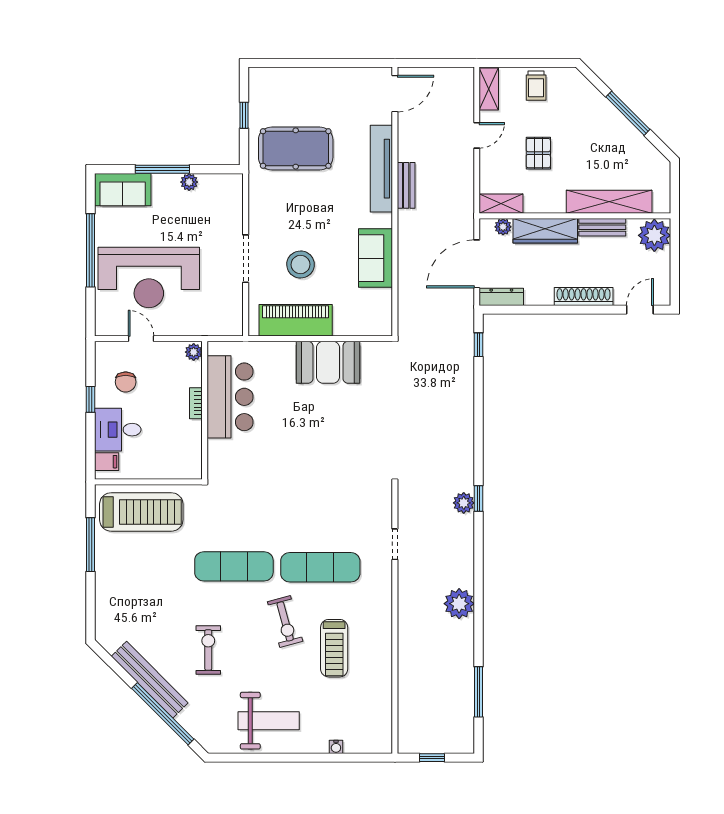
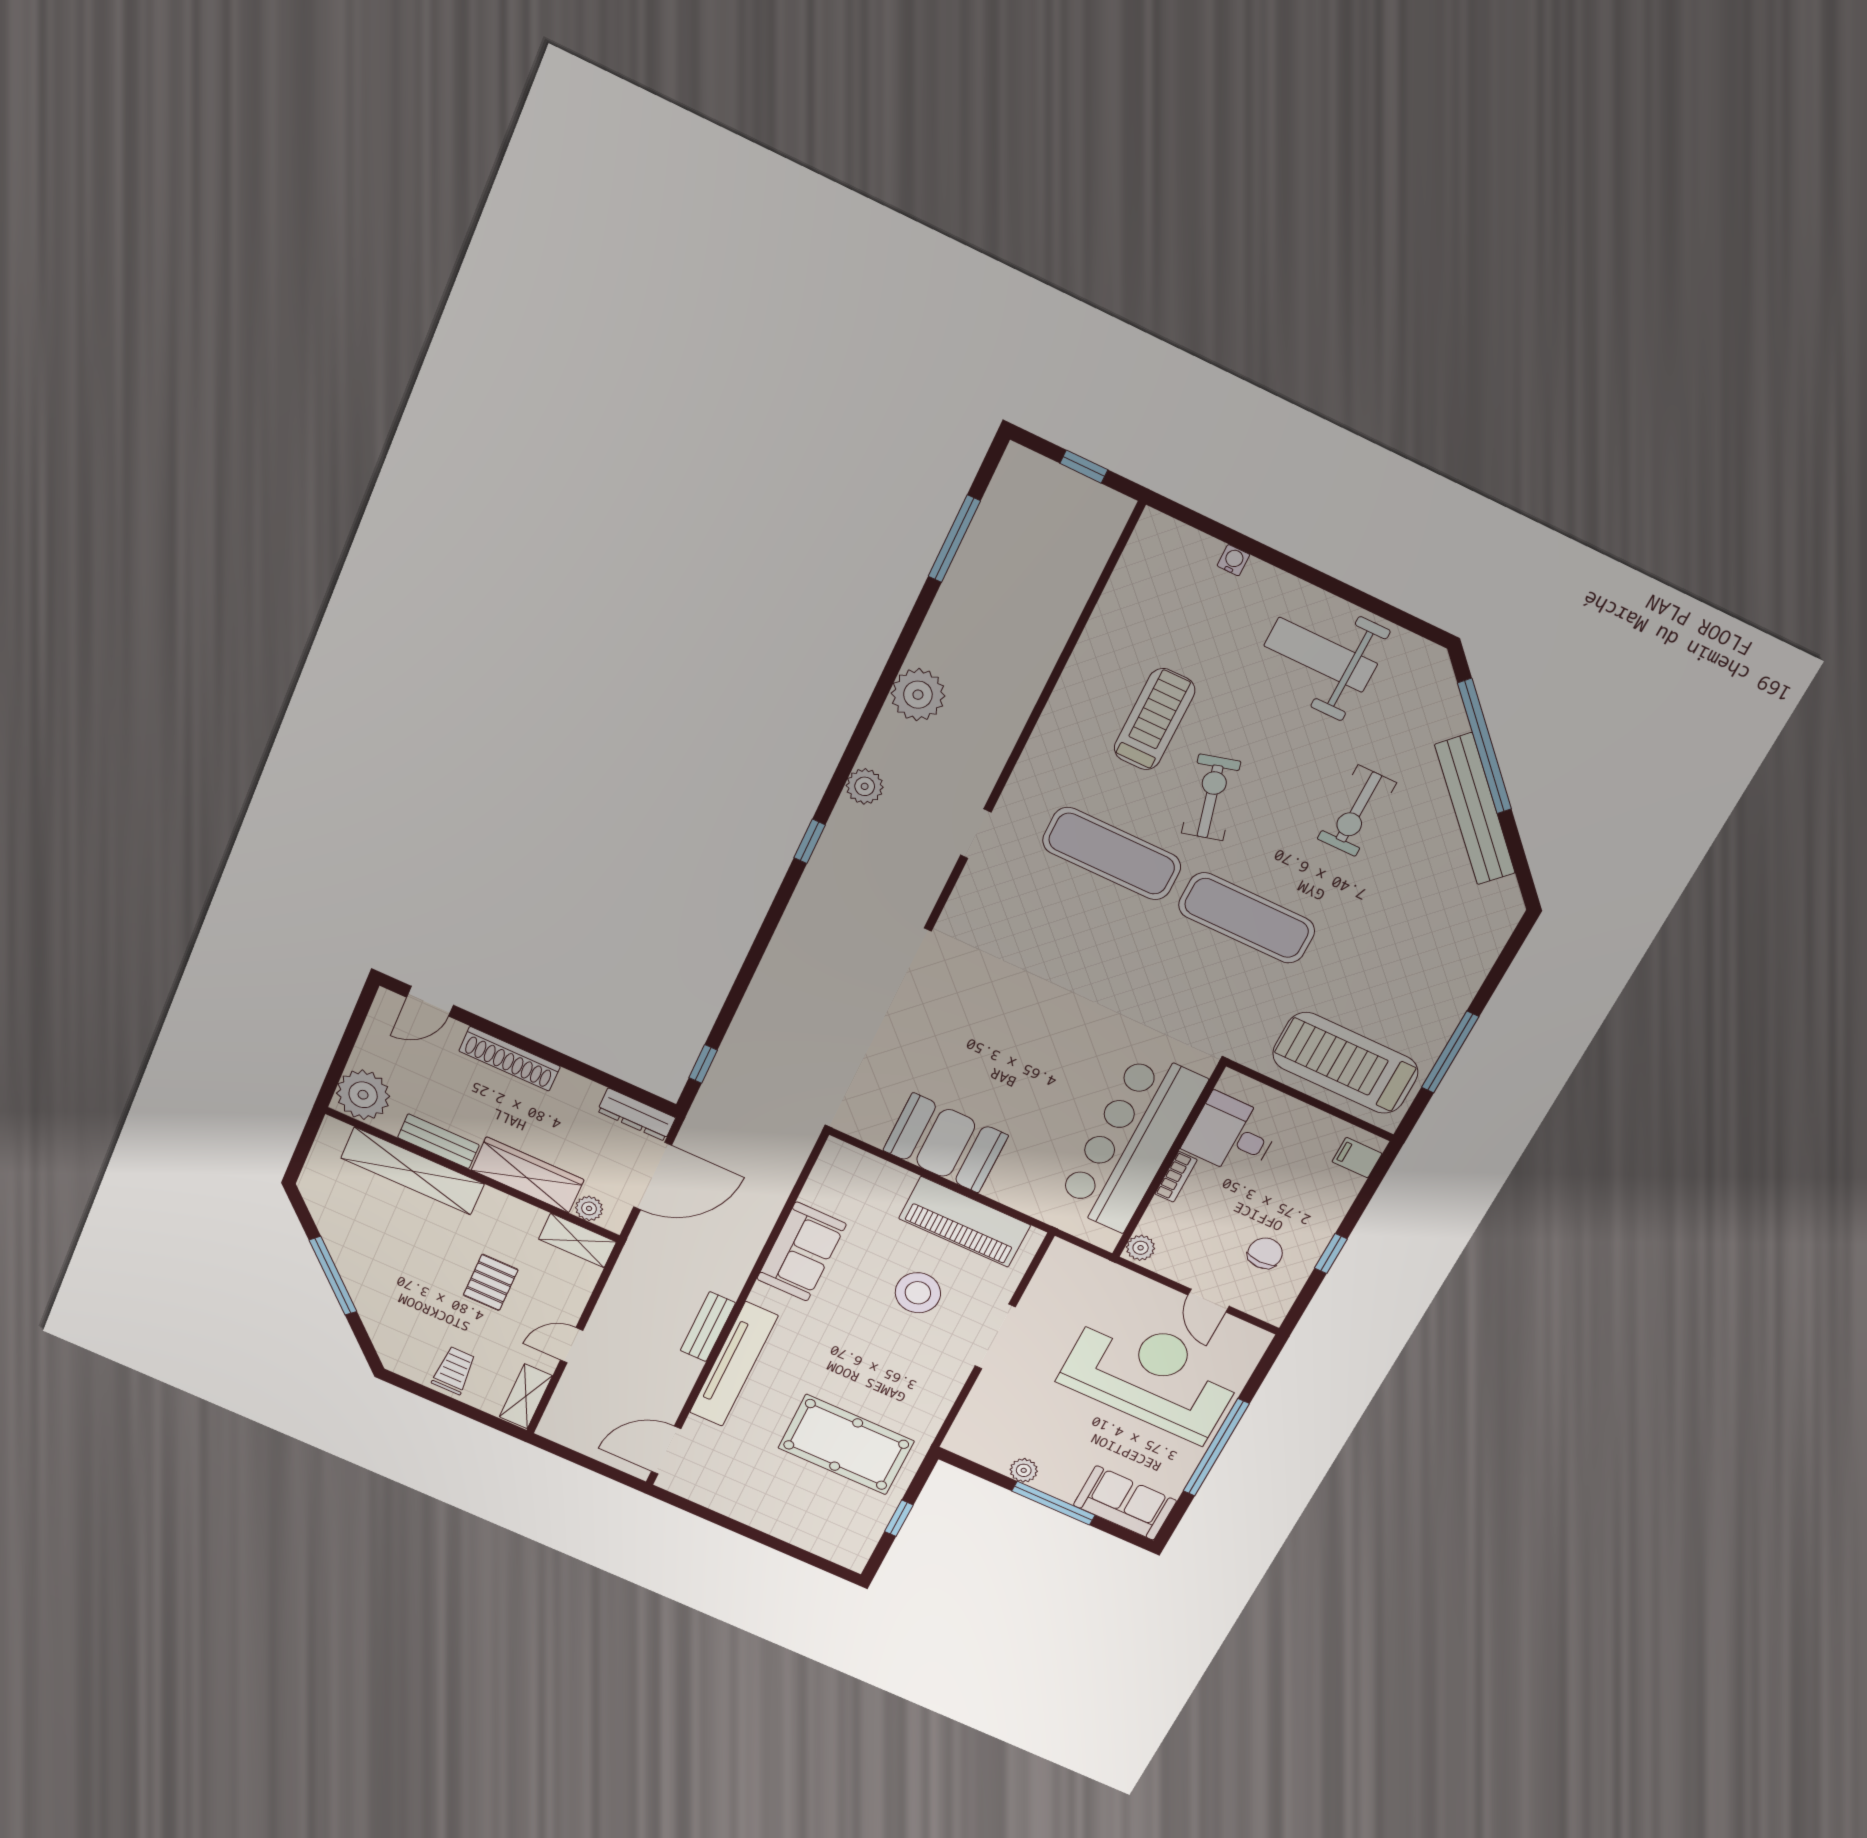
bar counter: (230, 397) -> (1131, 1142), width x1.36
desk: (118, 430) -> (1232, 1135), moved, turned 180
plant: (464, 503) -> (865, 786), moved

